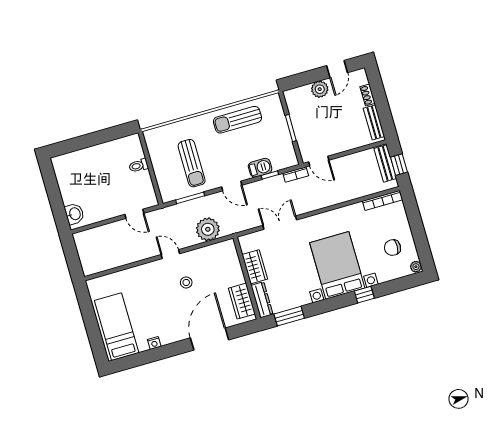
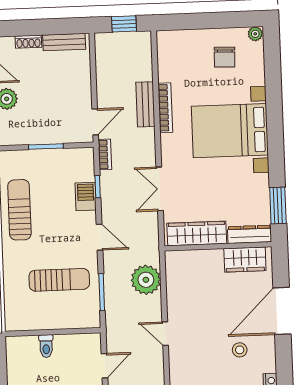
sun lounger: (237, 120) -> (19, 210), turned 180
bench: (385, 163) -> (145, 104), moved, turned 90
door: (232, 186) -> (100, 237), hinge flipped
bookcase: (383, 200) -> (165, 108), moved
door: (170, 254) -> (165, 334), hinge flipped
wardrobe: (255, 267) -> (197, 233), width x1.50
stool: (186, 282) -> (240, 350), moved
window: (364, 295) -> (274, 106), removed
door: (210, 339) -> (282, 311), hinge flipped

